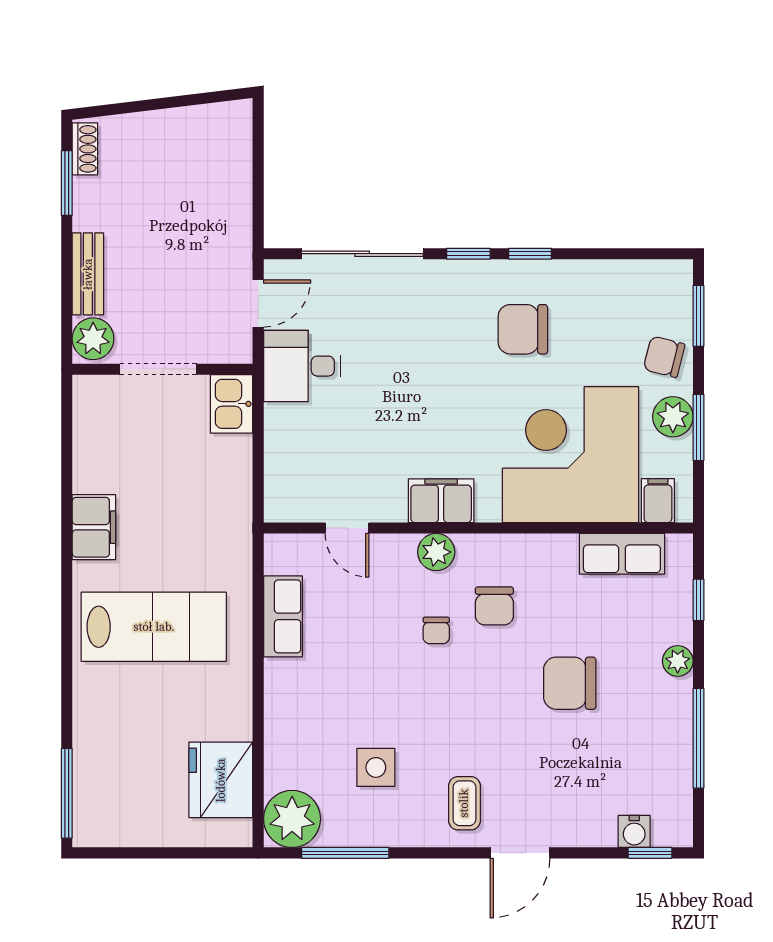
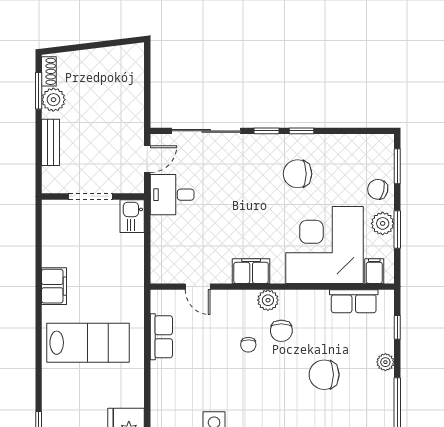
plant: (93, 339) -> (53, 100), moved
plant: (436, 552) -> (268, 300), moved

